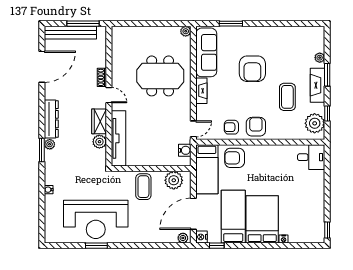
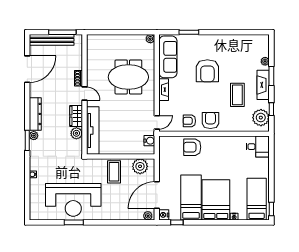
bed: (207, 169) -> (257, 199), moved, turned 180

